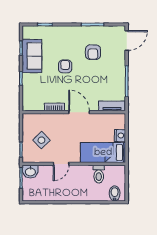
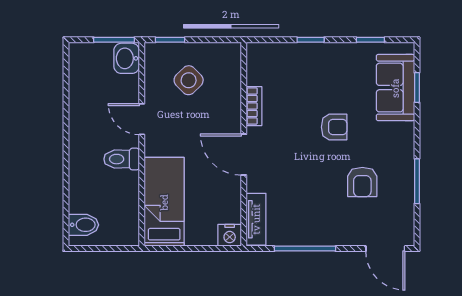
armchair: (93, 52) -> (362, 182), turned -90
sofa: (32, 56) -> (395, 88), moved, turned 90
door: (79, 112) -> (244, 155), swing flipped
nightstand: (120, 135) -> (230, 235), moved
toilet: (99, 174) -> (122, 159), moved

